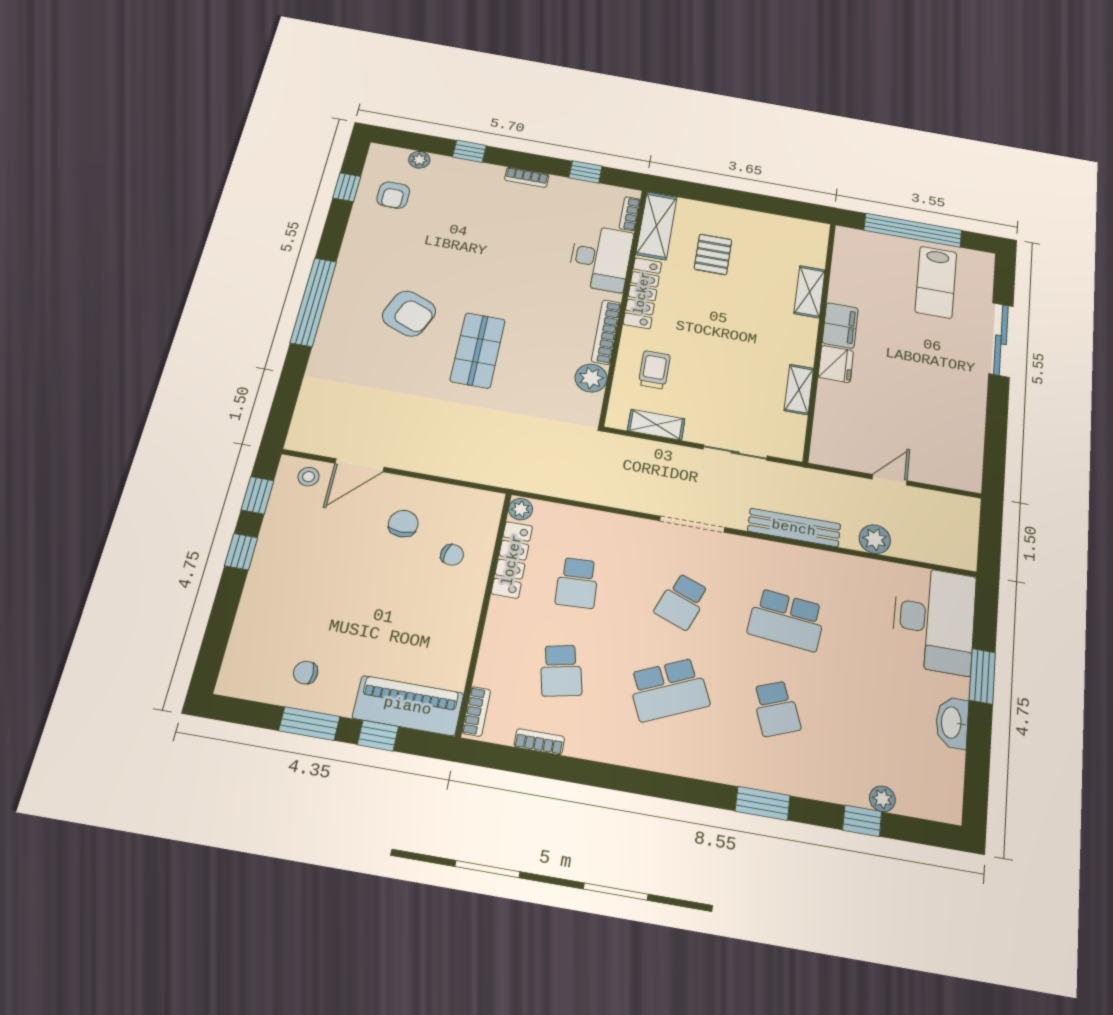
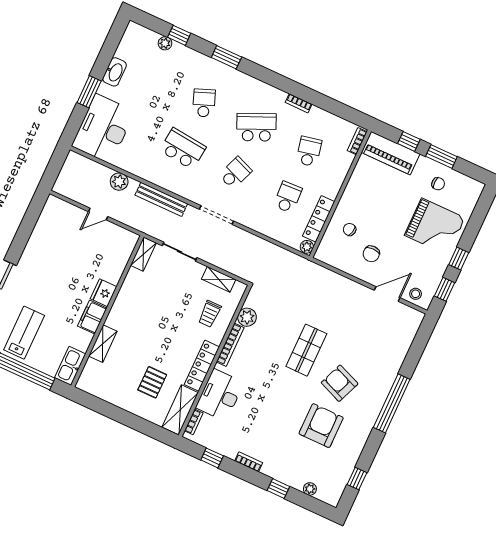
armchair: (393, 195) -> (321, 426), moved, width x1.88, depth x1.88
kitchen sink: (848, 251) -> (70, 366), added
shelving: (799, 389) -> (143, 254), moved
grand piano: (297, 596) -> (435, 227), added
bookcase: (539, 742) -> (299, 103), moved

